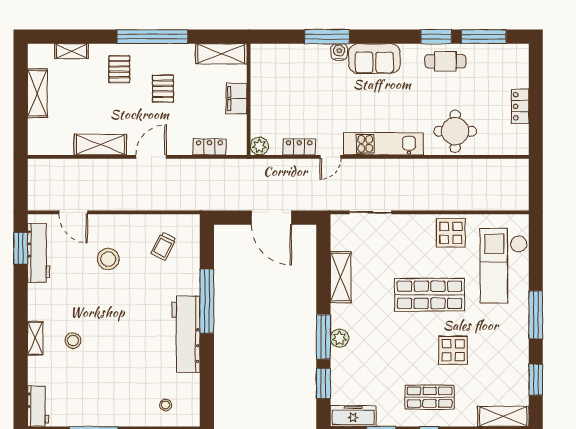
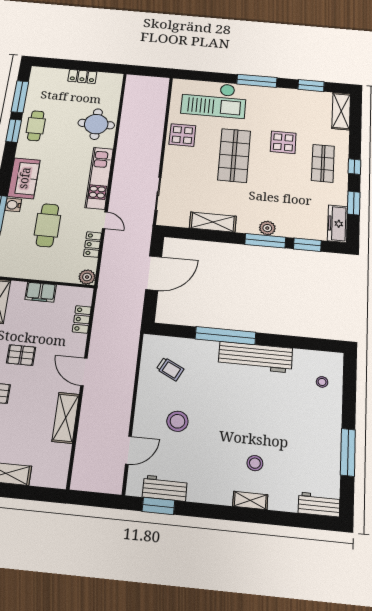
cafe table: (318, 94) -> (47, 225), added
workbench: (39, 253) -> (165, 488), width x0.73

